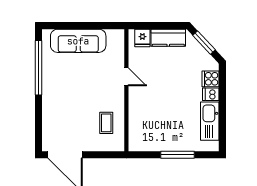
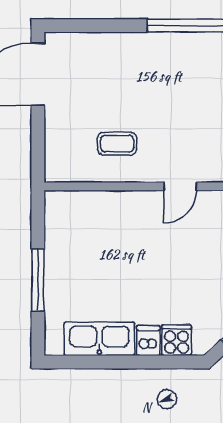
coffee table: (106, 123) -> (117, 144), moved

